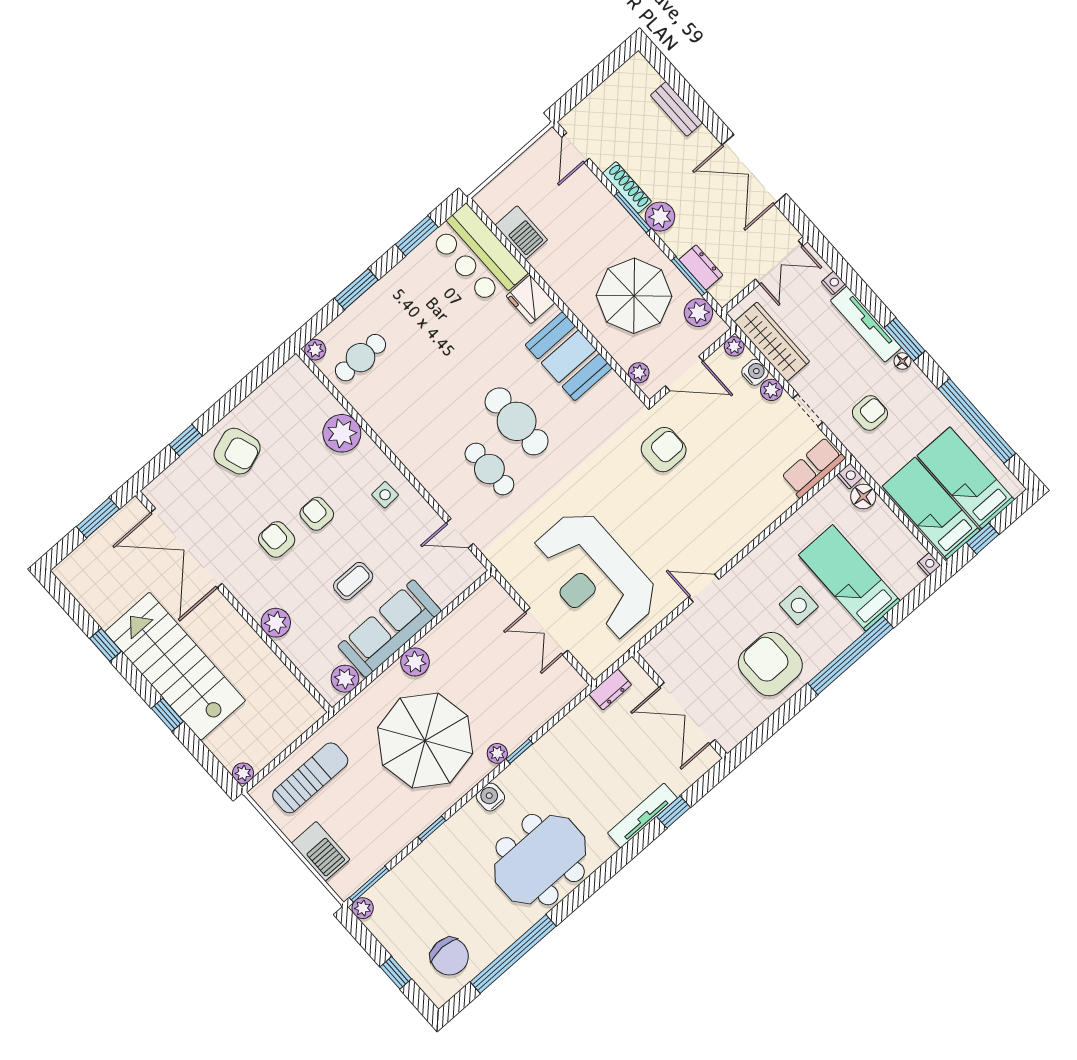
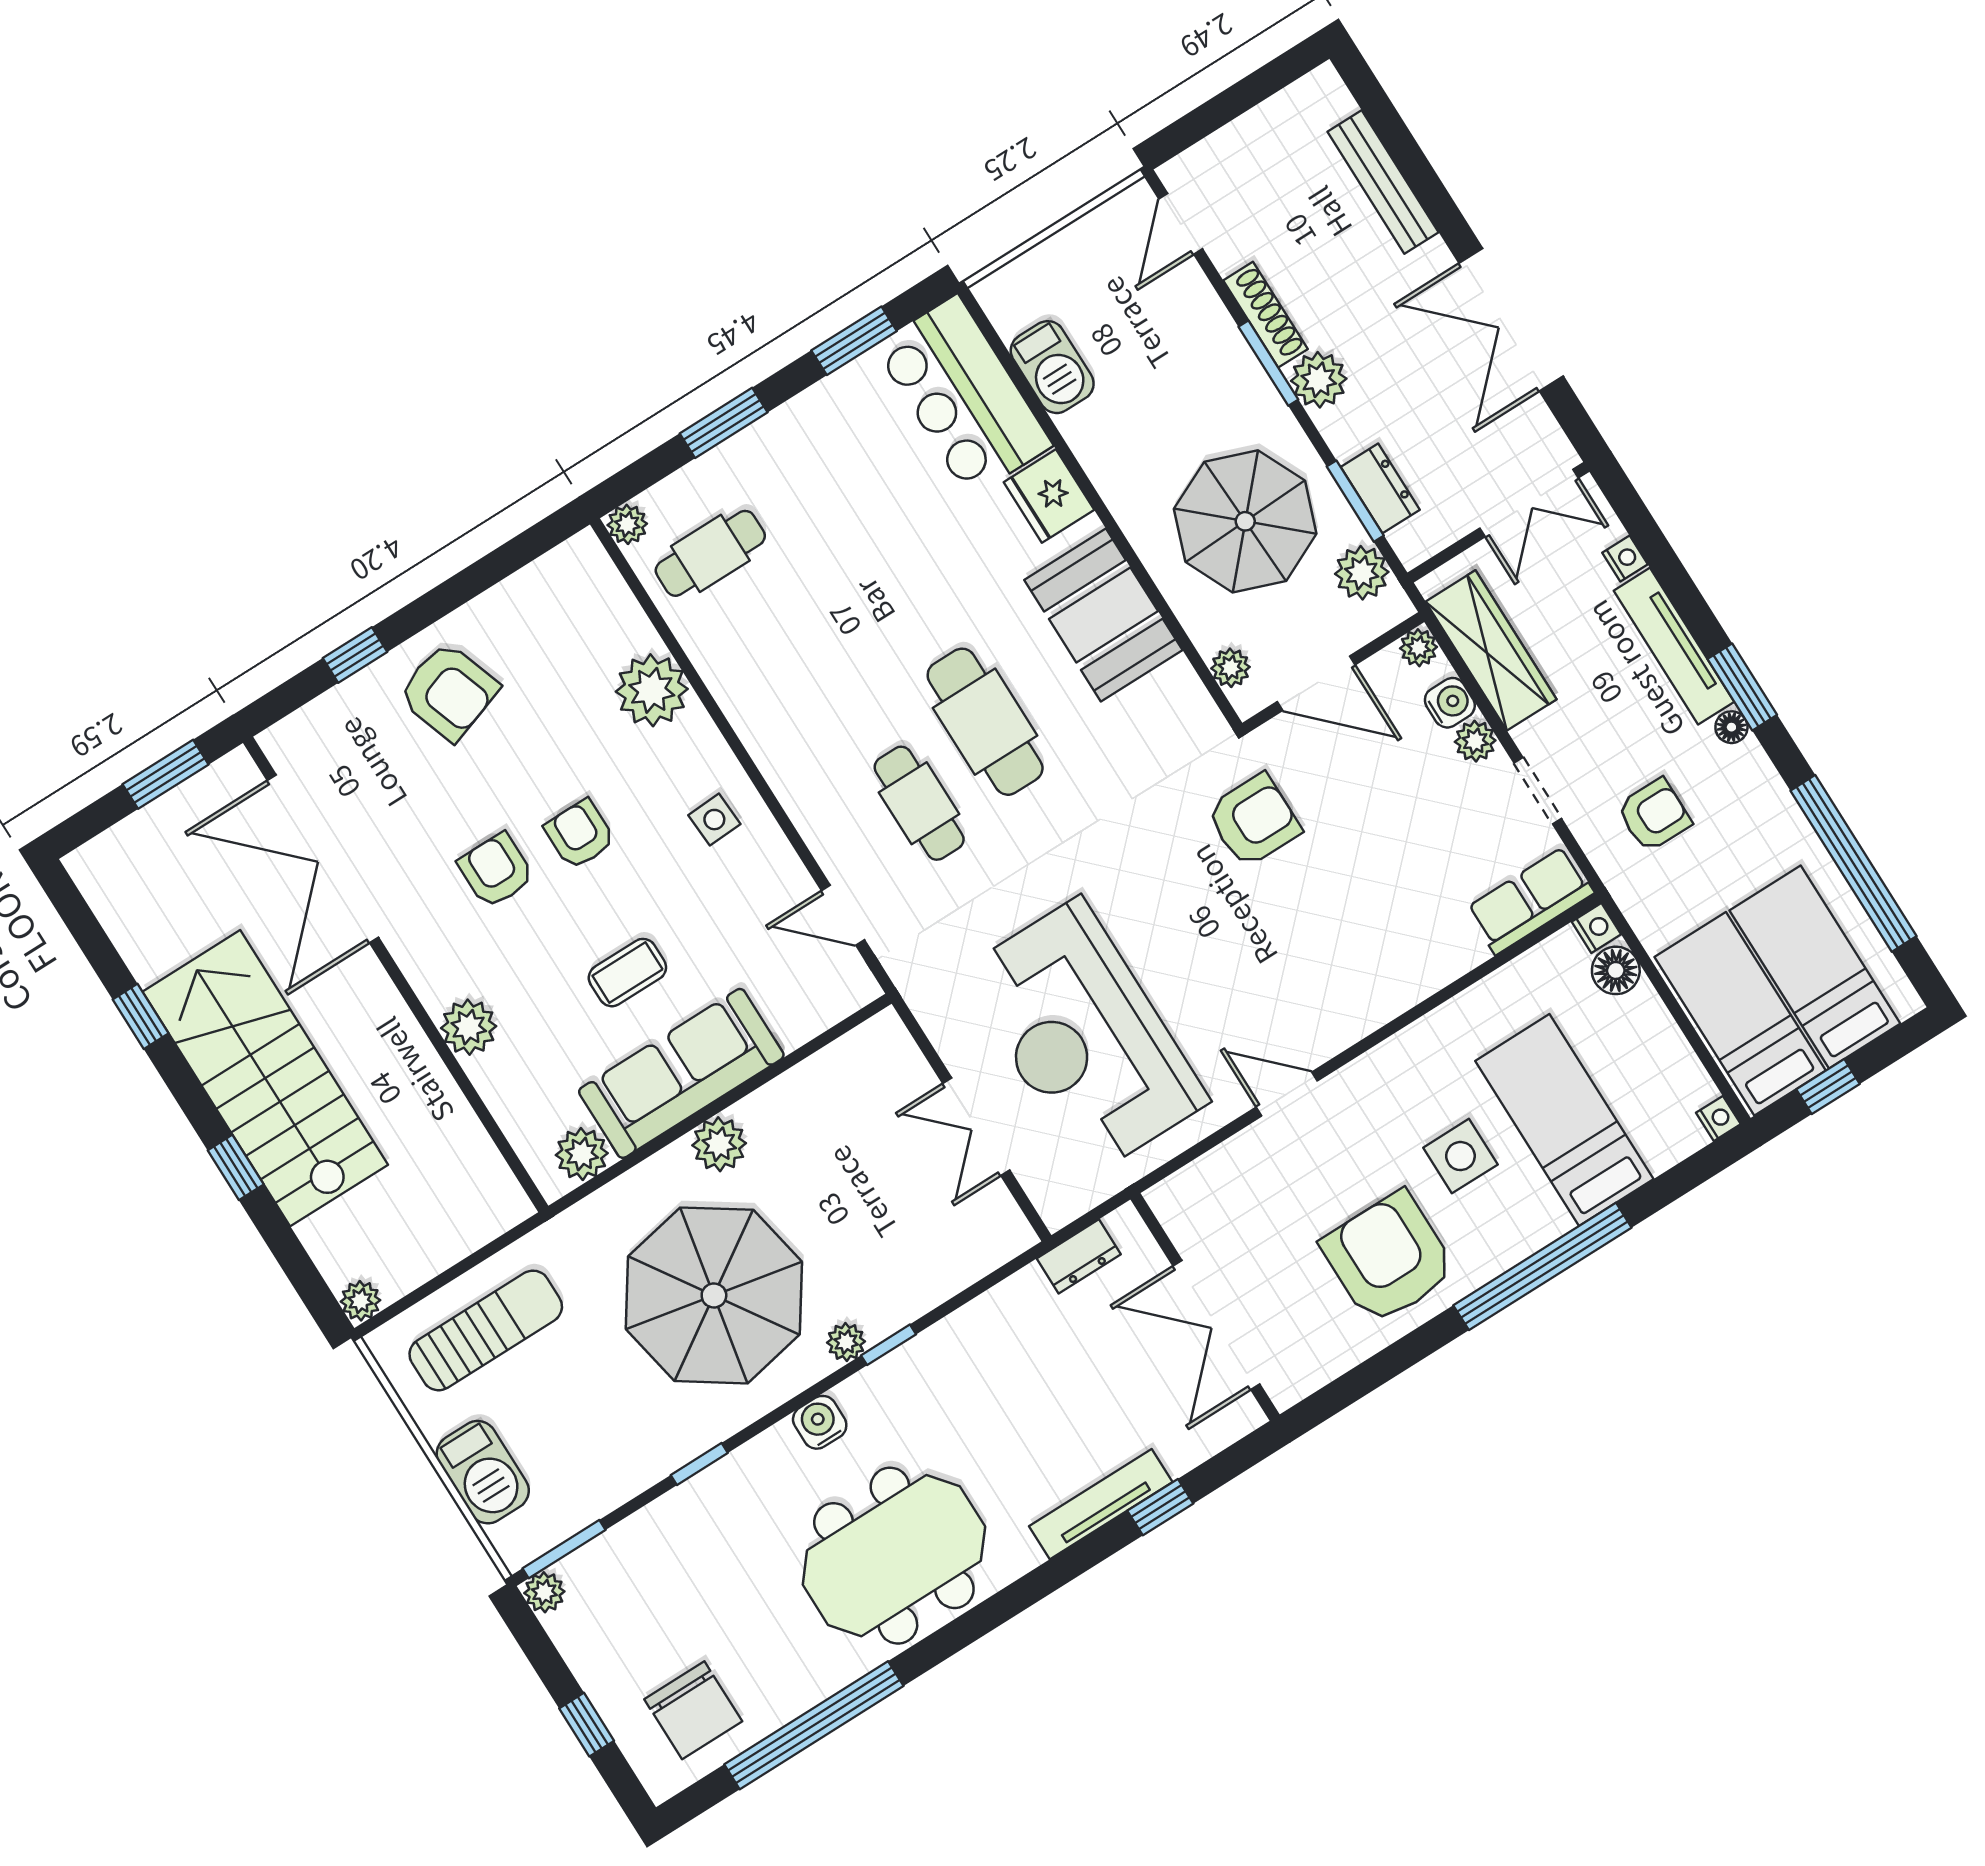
bench: (676, 109) -> (1383, 182), width x1.36

